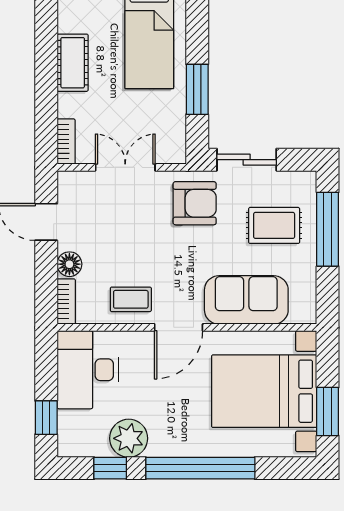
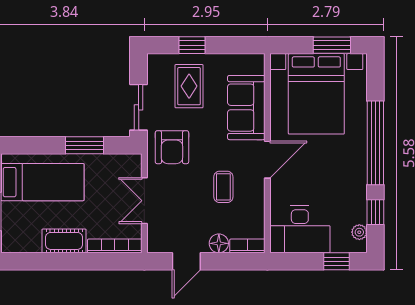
bookcase: (66, 141) -> (115, 246), width x1.56
armchair: (195, 203) -> (172, 147), turned 180
window: (328, 229) -> (192, 45), width x0.46
coffee table: (131, 299) -> (223, 187), moved
door: (179, 327) -> (267, 160), hinge flipped
plant: (129, 438) -> (359, 232), moved, width x0.53, depth x0.53

